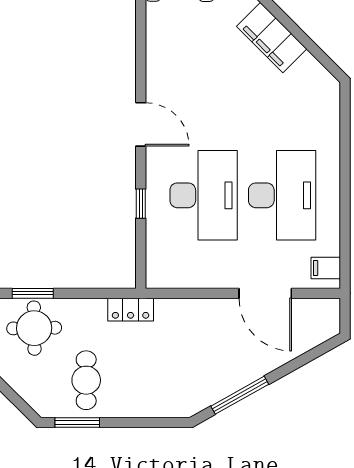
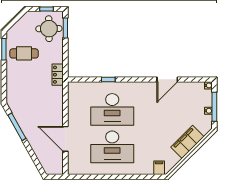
door: (141, 124) -> (167, 79), moved
filing cabinet: (326, 268) -> (159, 168), moved
door: (265, 293) -> (65, 139), hinge flipped

